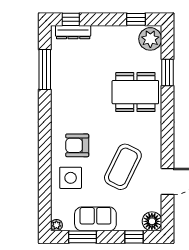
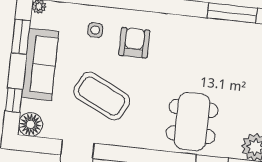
side table: (71, 178) -> (95, 30), width x0.54, depth x0.54
sofa: (95, 219) -> (40, 64), width x1.36

